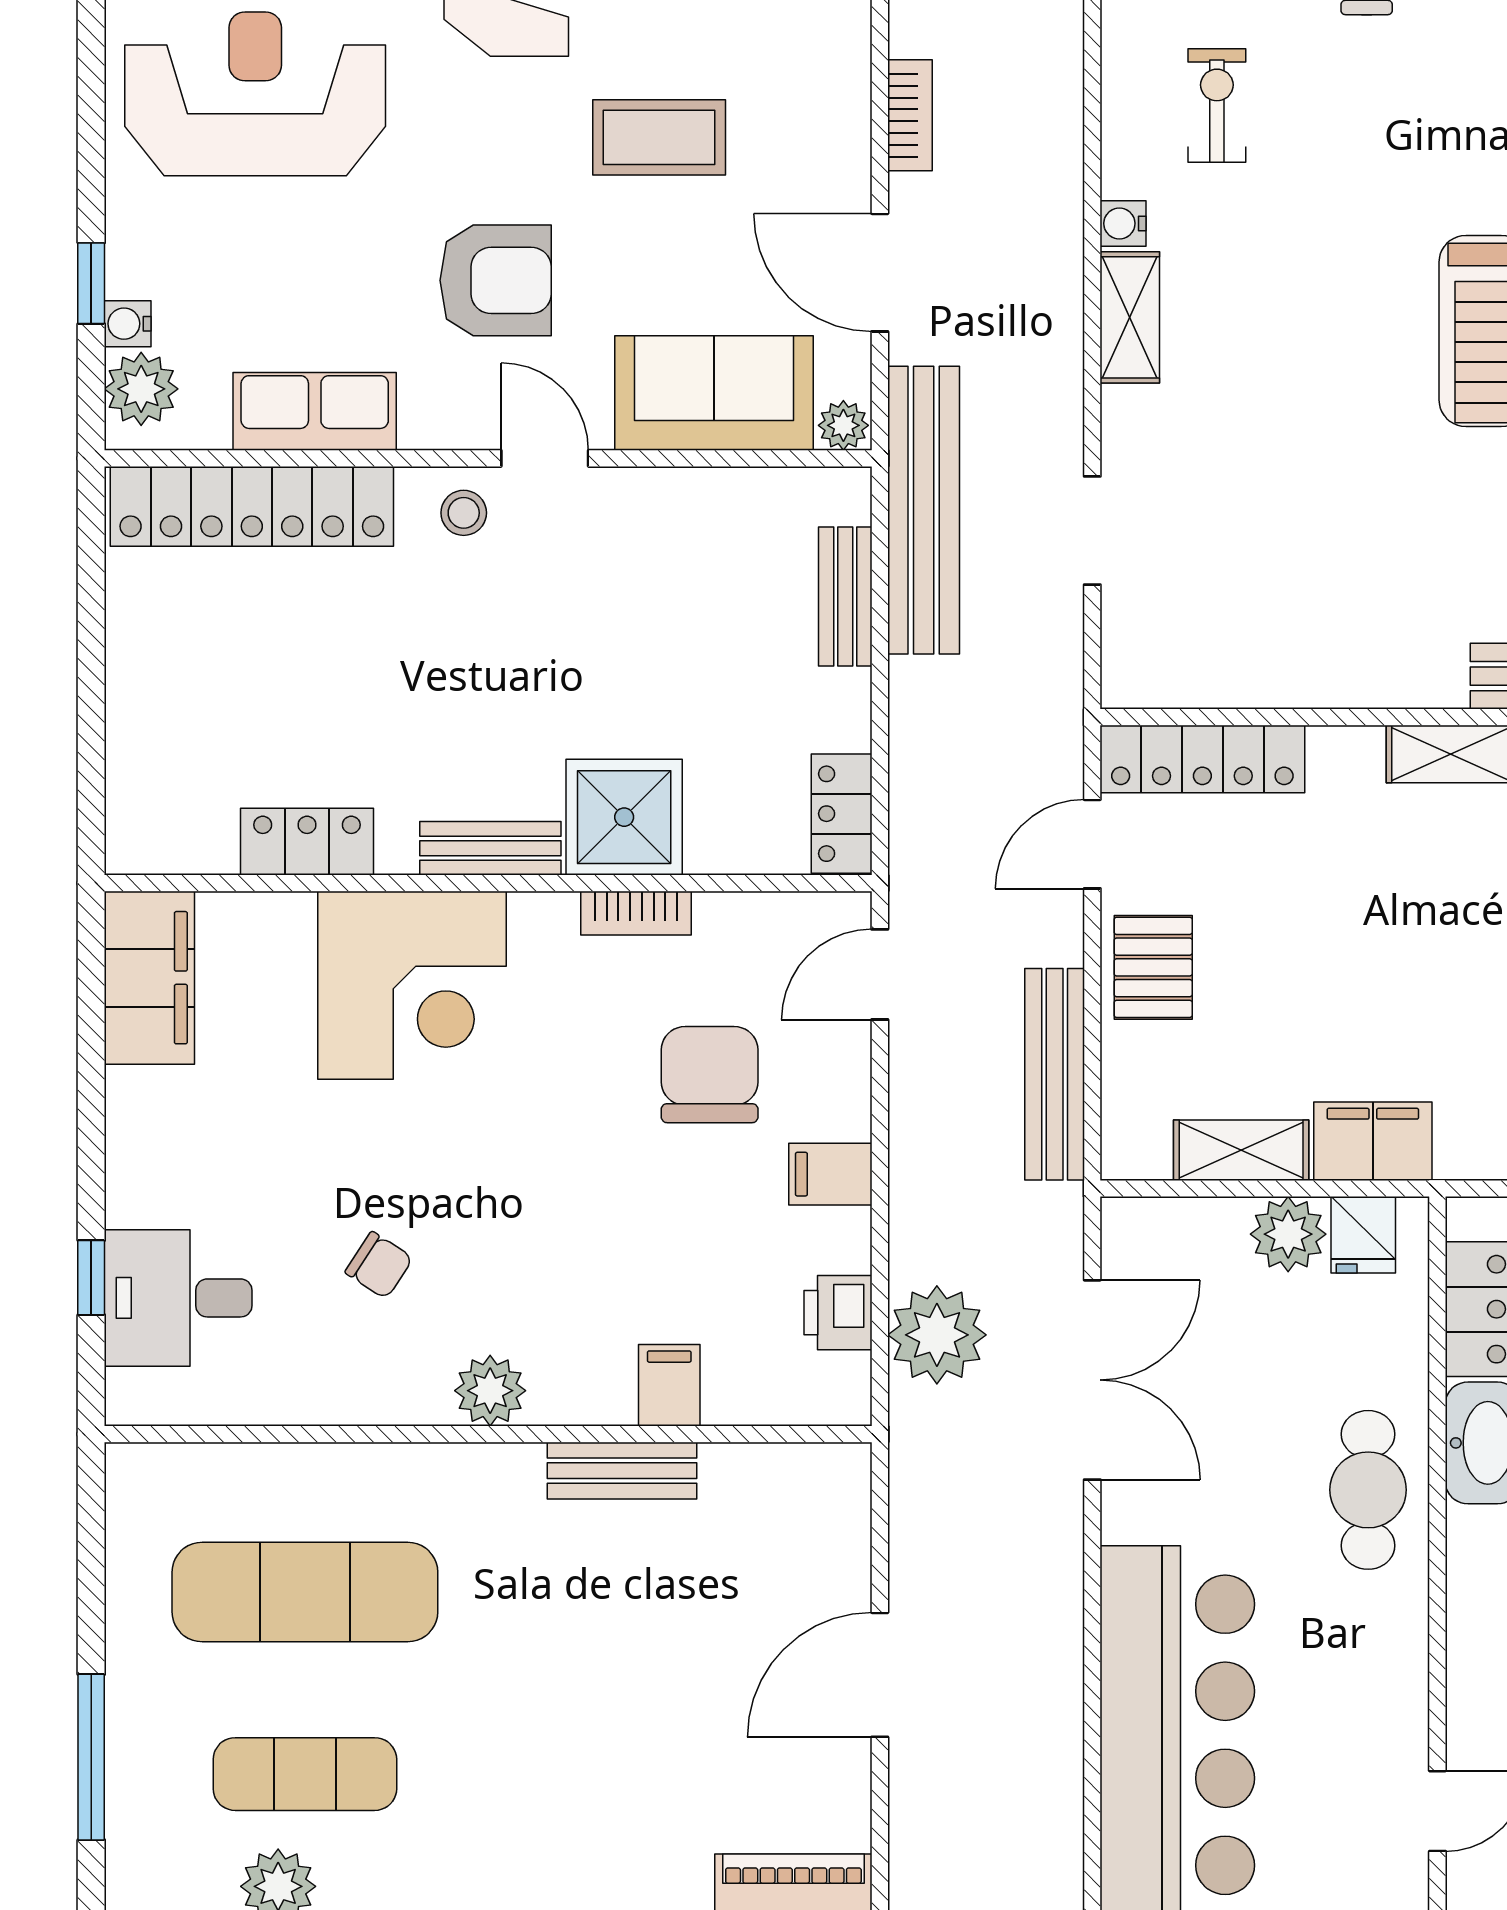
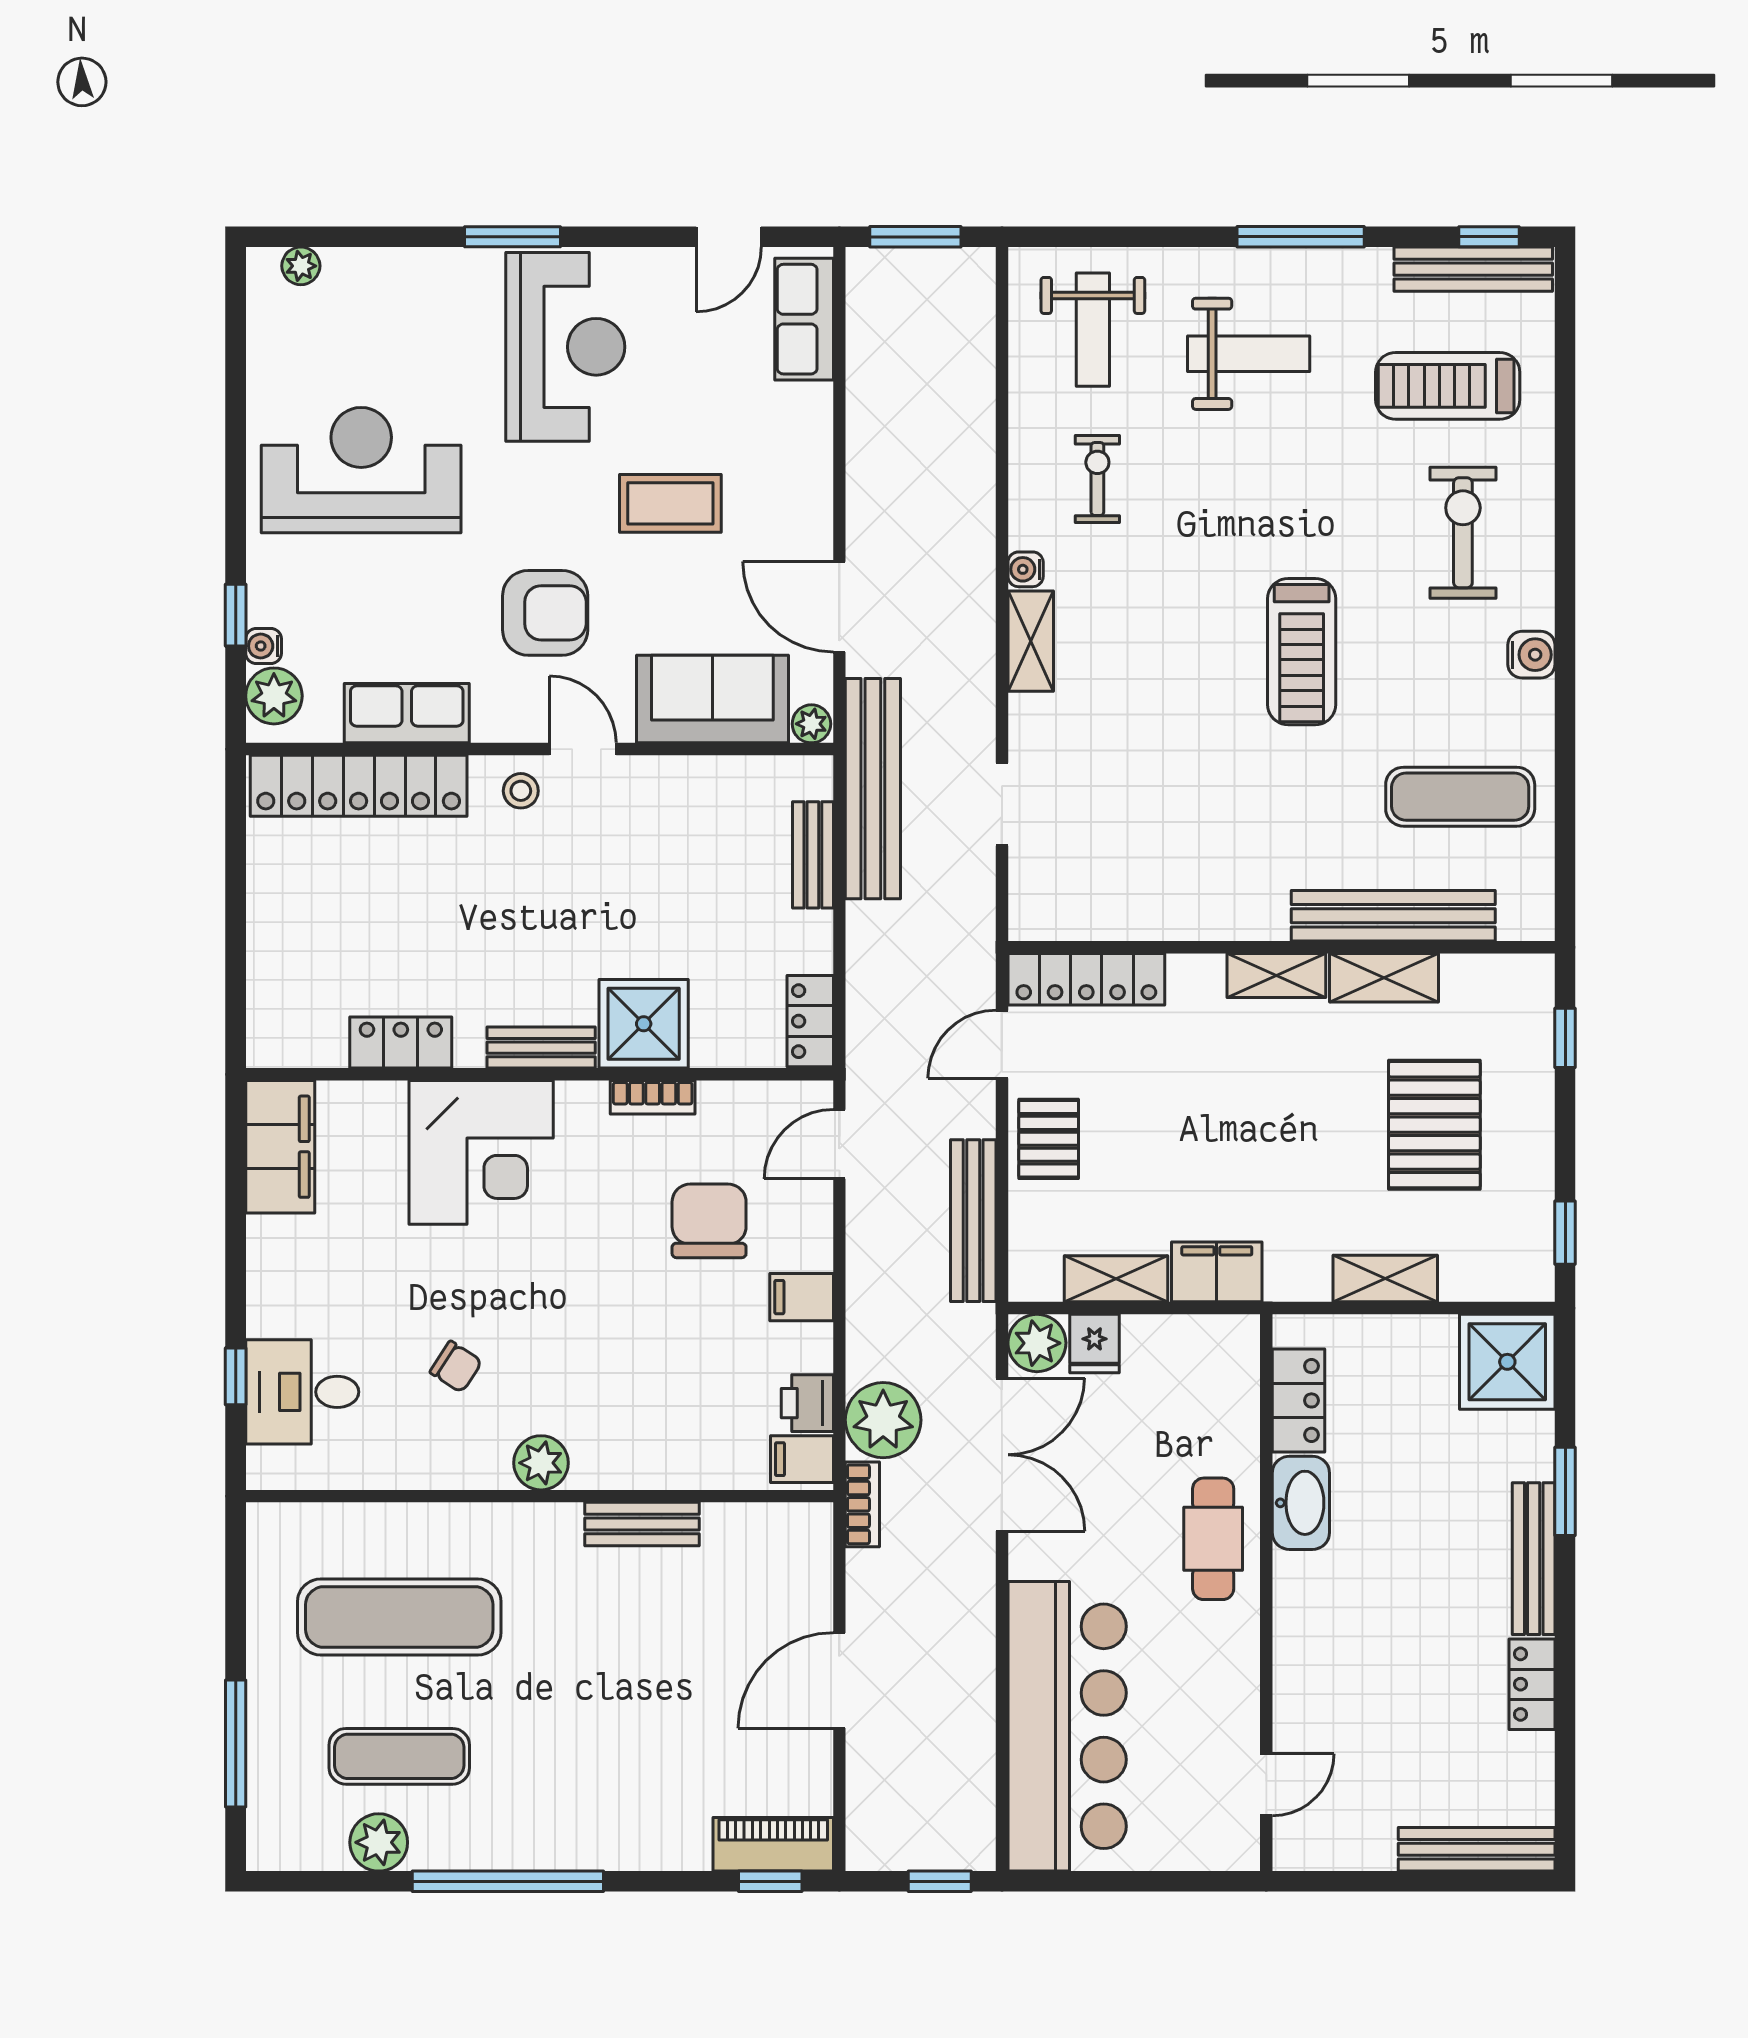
bookcase: (910, 115) -> (862, 1504), moved
plant: (1288, 1234) -> (1037, 1343), moved
fridge: (1363, 1235) -> (1094, 1344), moved
filing cabinet: (669, 1385) -> (802, 1459), moved, turned -90

